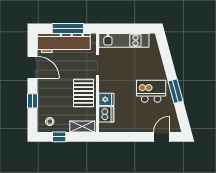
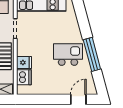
window: (175, 91) -> (92, 54), width x1.44

